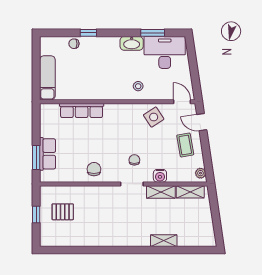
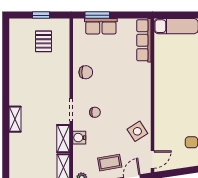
stool: (138, 86) -> (168, 116), removed
row of seats: (82, 111) -> (144, 40), moved
shelving: (164, 241) -> (15, 119), moved

